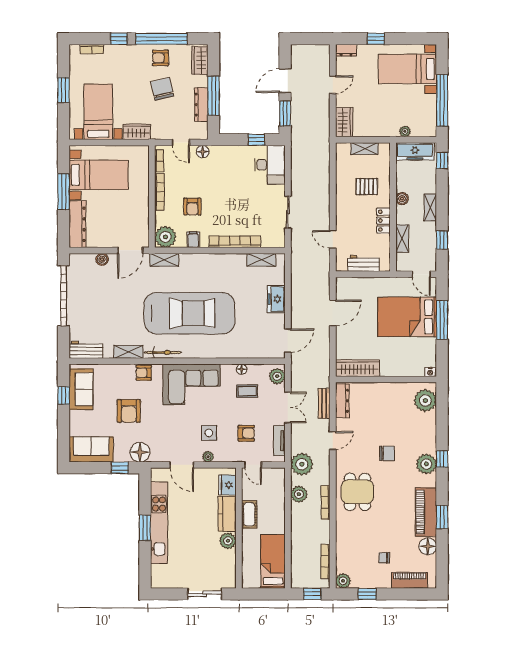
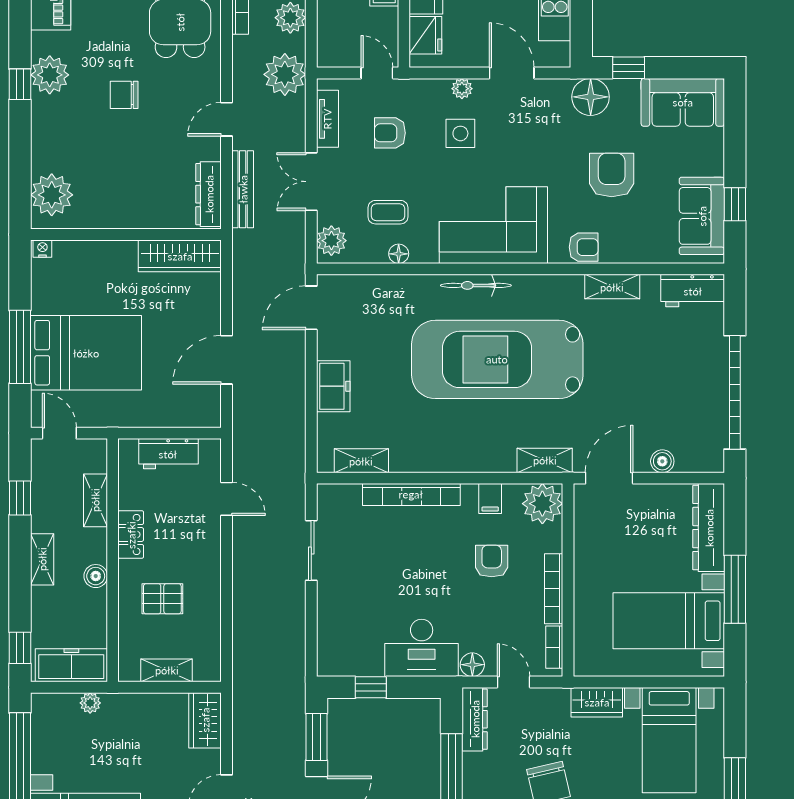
dresser: (201, 105) -> (475, 719), moved
desk: (270, 165) -> (422, 648), moved, turned -90
bicycle: (163, 352) -> (476, 285), moved
bench: (324, 403) -> (243, 189), width x1.36

